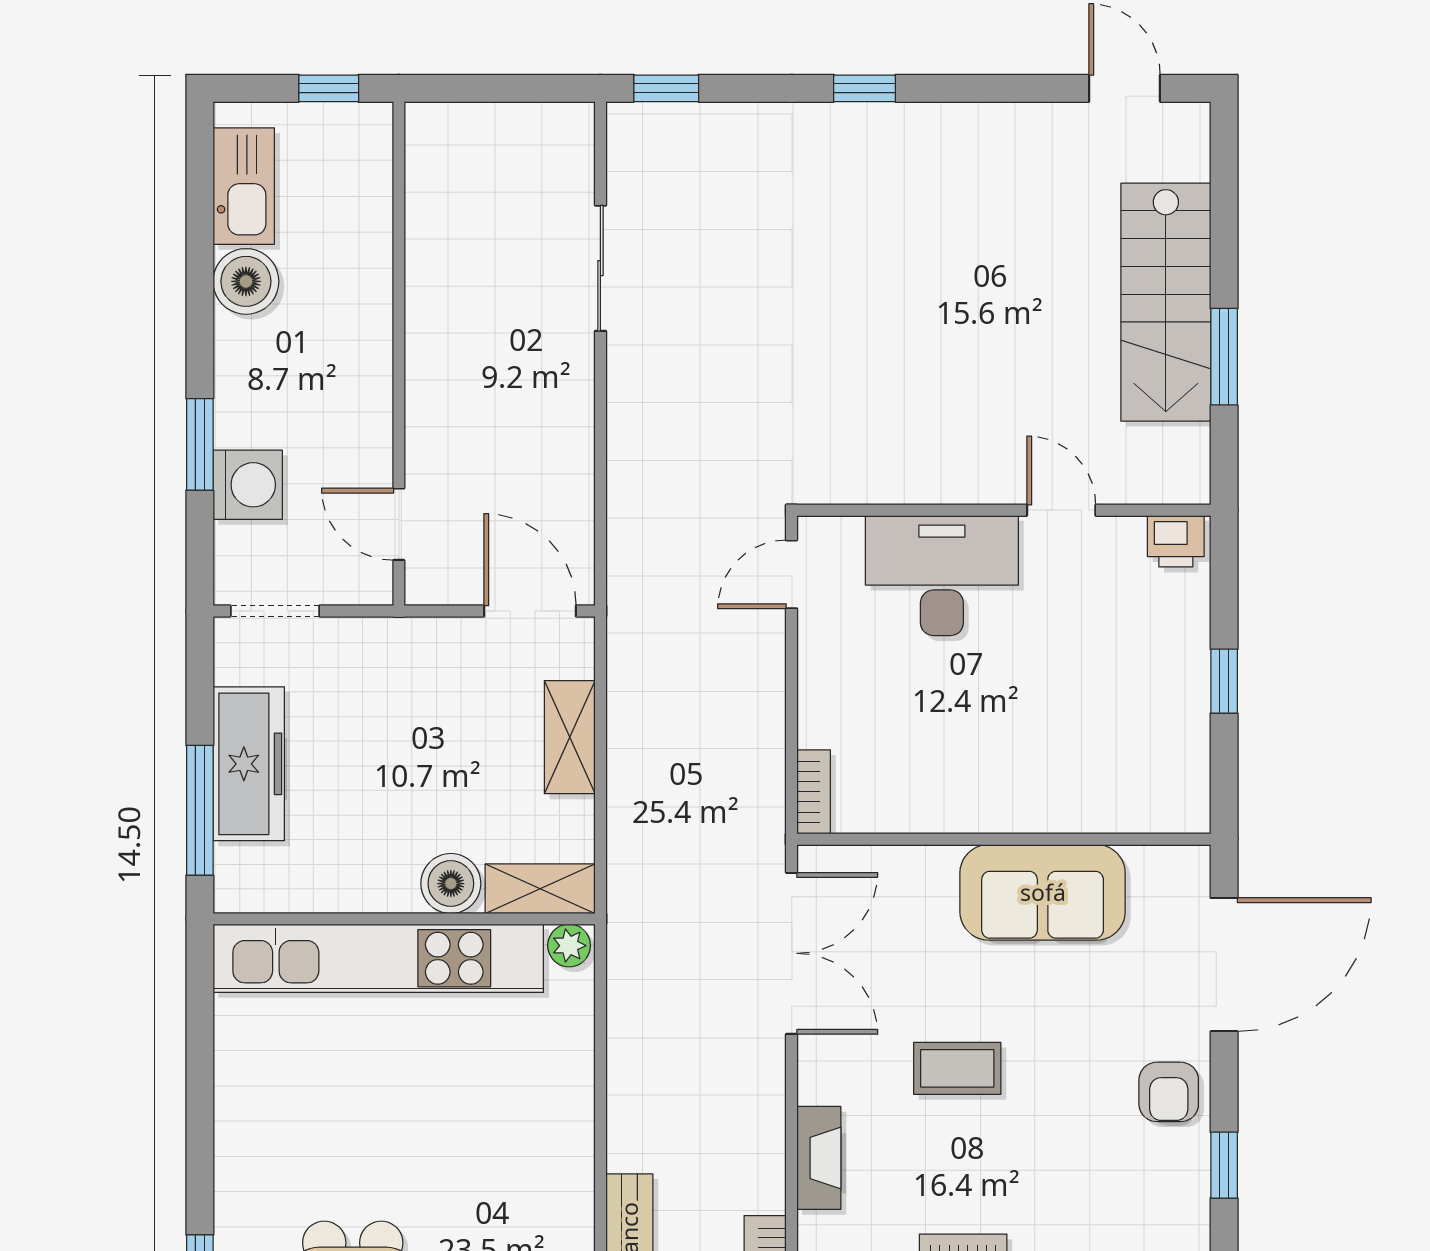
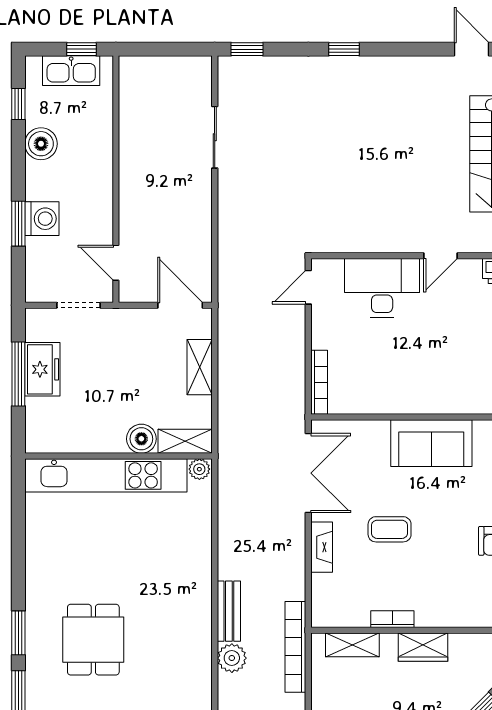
kitchen sink: (244, 186) -> (71, 71), moved, turned 90
window: (200, 200) -> (18, 104), added
washing machine: (248, 485) -> (42, 219), moved
door: (1061, 510) -> (440, 256), swing flipped
doorway: (275, 611) -> (79, 305), moved
freezer: (249, 764) -> (42, 369), width x0.71
bookcase: (814, 792) -> (319, 382), width x1.56
window: (200, 810) -> (18, 374), moved
fireplace: (819, 1158) -> (322, 547), moved

